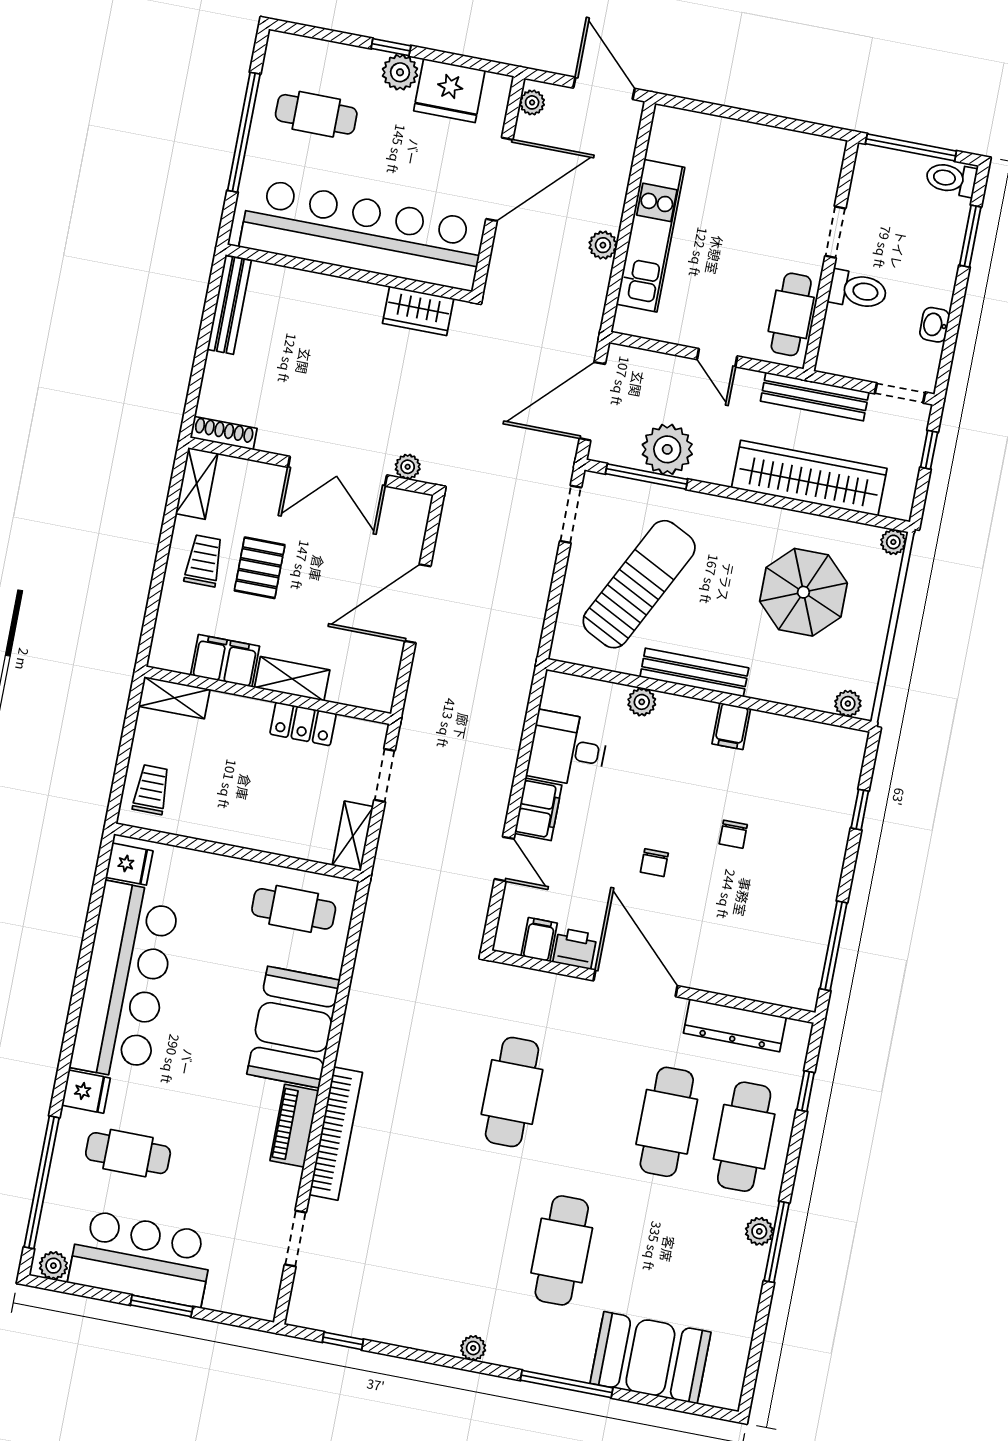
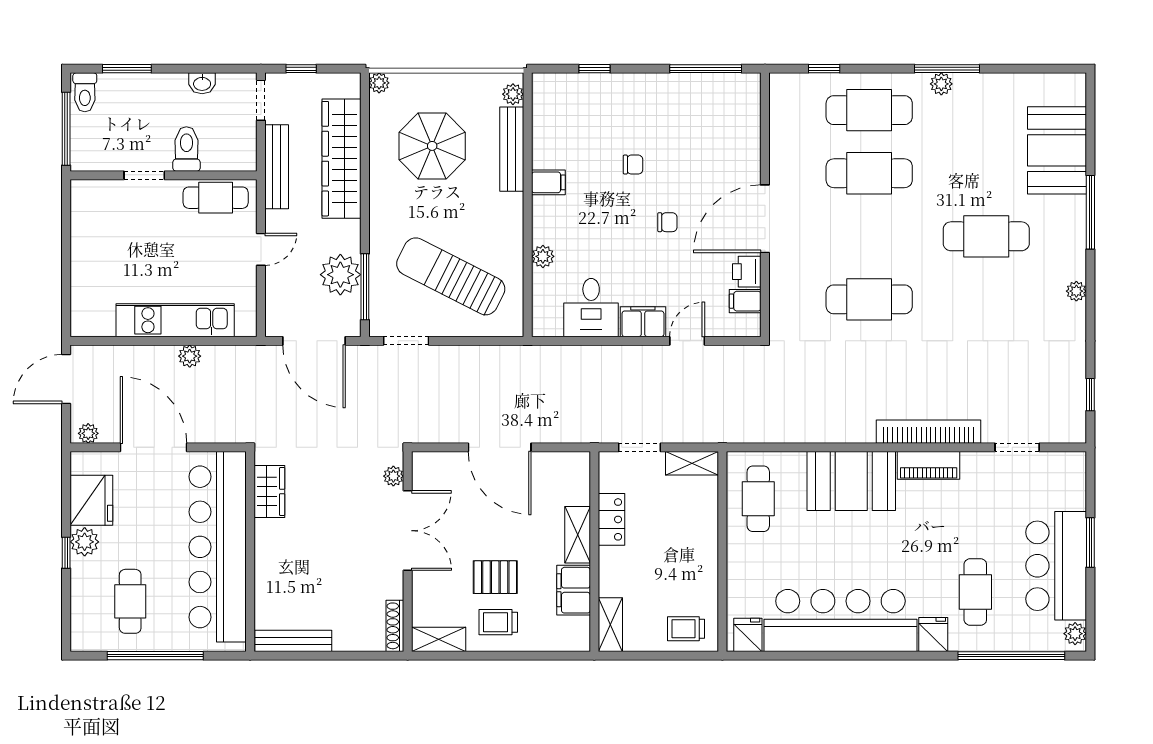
bench: (694, 672) -> (512, 149), moved
dresser: (735, 1025) -> (783, 134), removed

